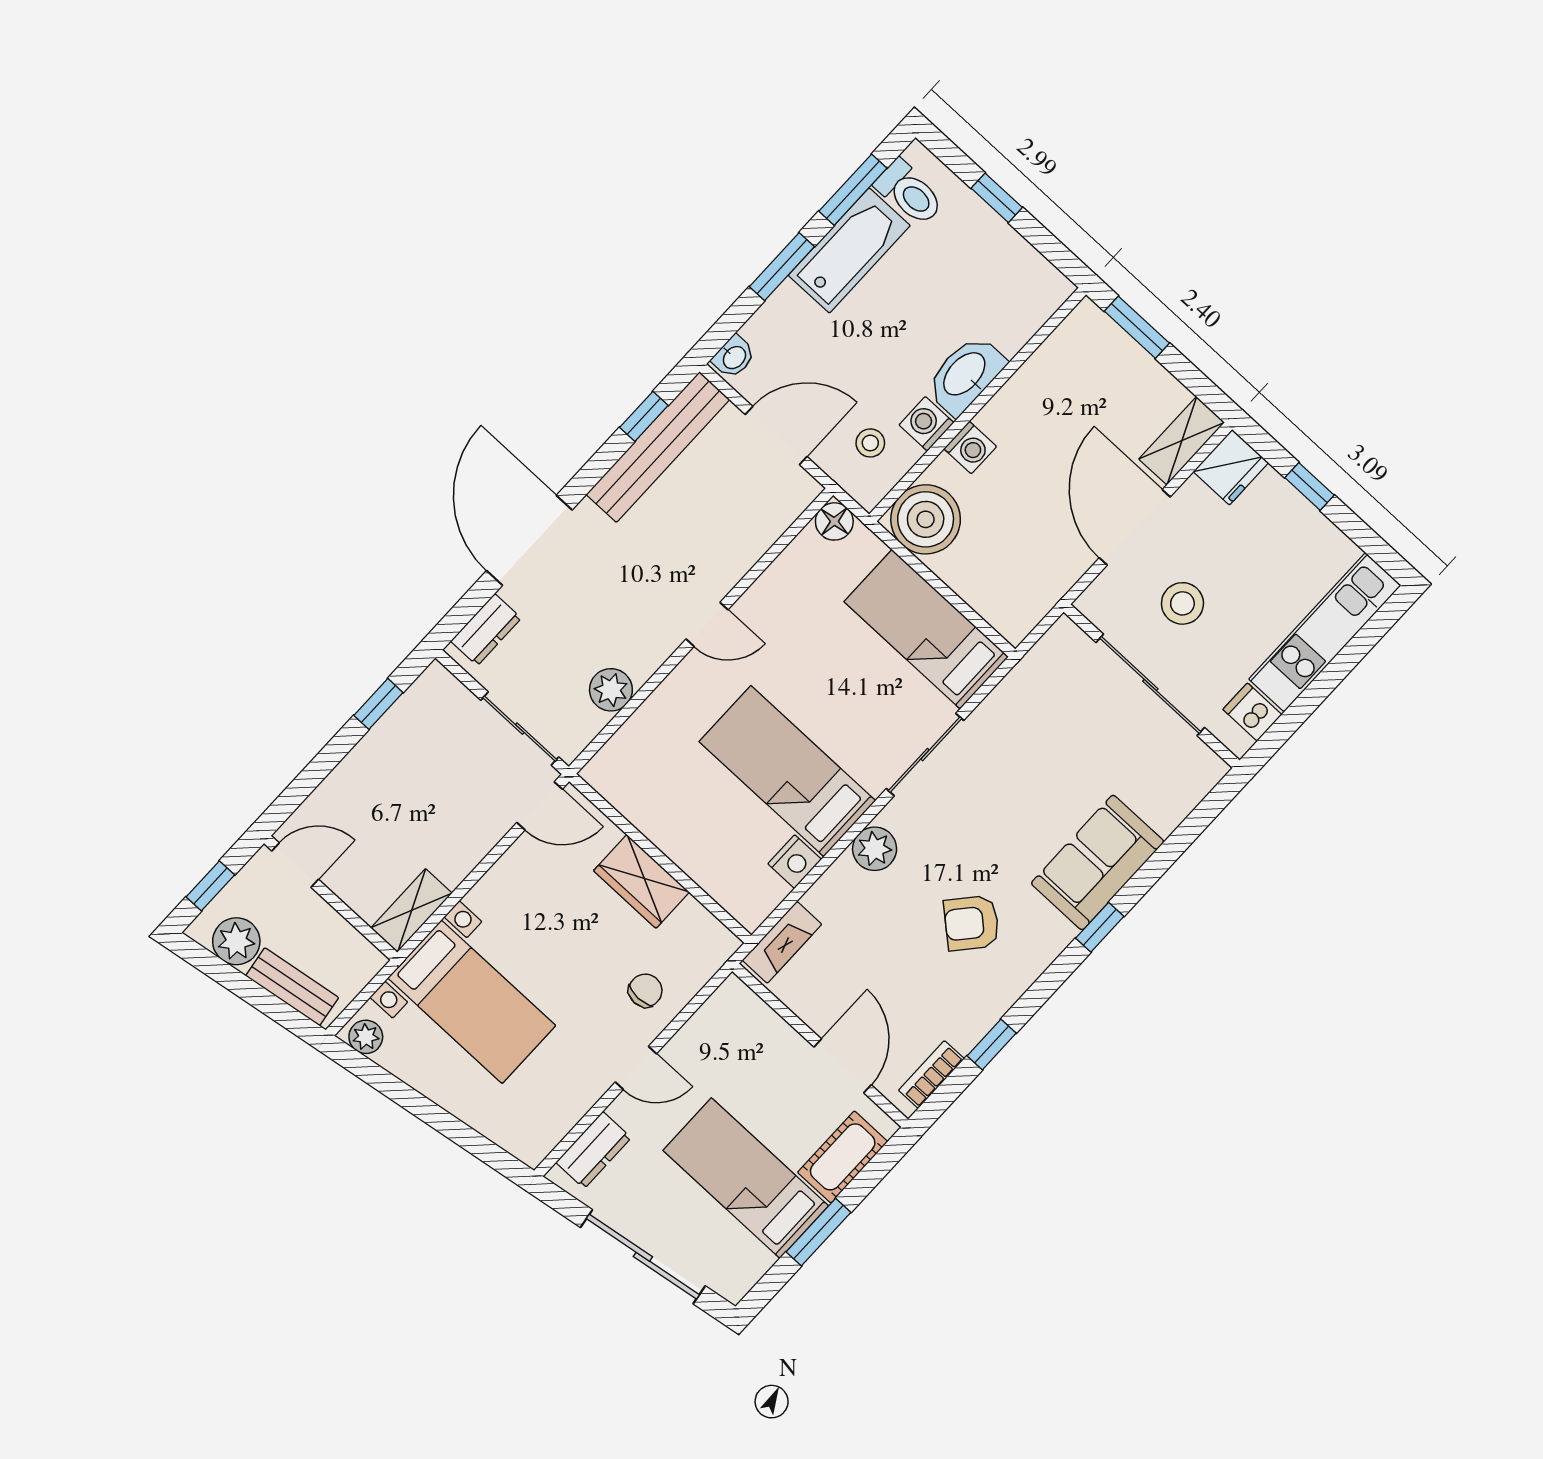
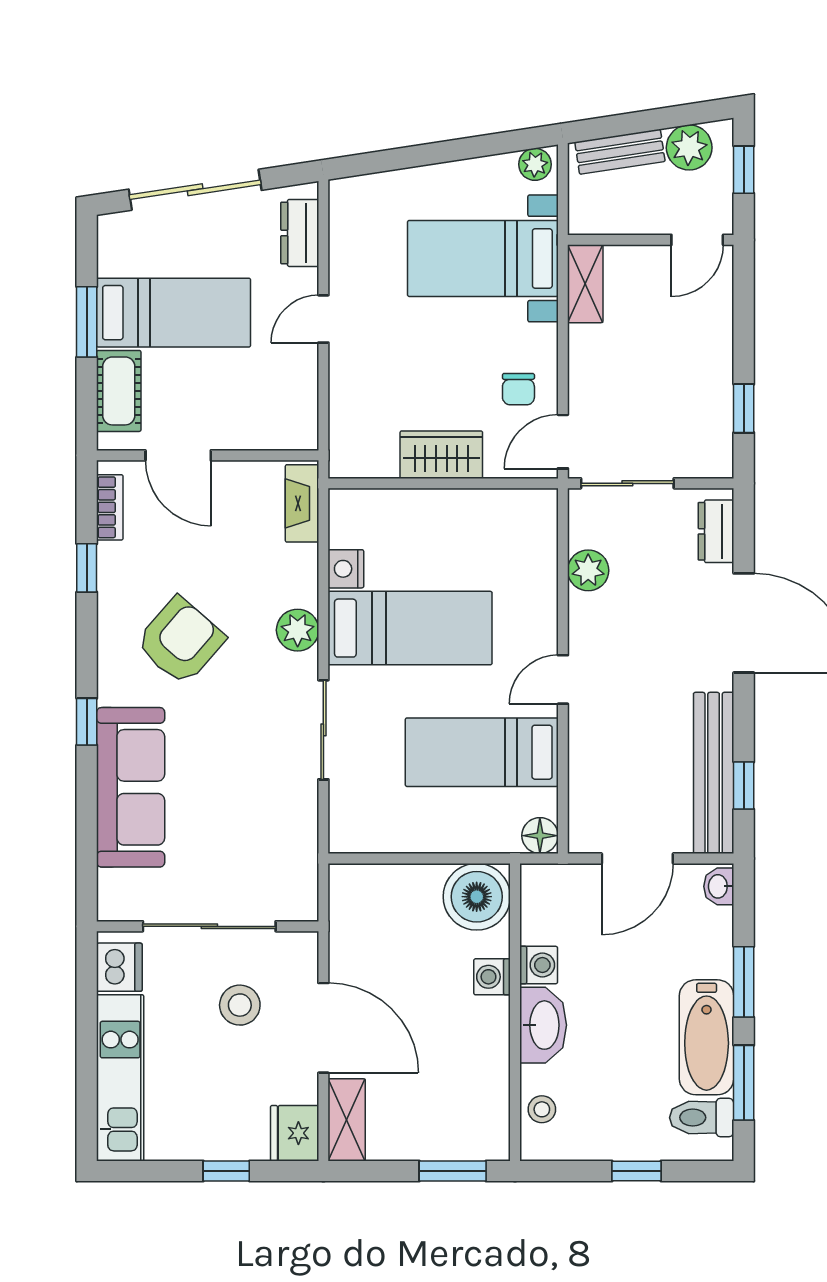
stool: (870, 443) -> (542, 1109), moved
bed: (926, 629) -> (482, 752), moved, turned 180
dishwasher: (1252, 712) -> (119, 967), width x1.38
sofa: (1098, 862) -> (131, 787), width x1.36
armchair: (972, 923) -> (180, 641), width x1.38, depth x1.38
chair: (645, 991) -> (518, 389), moved

